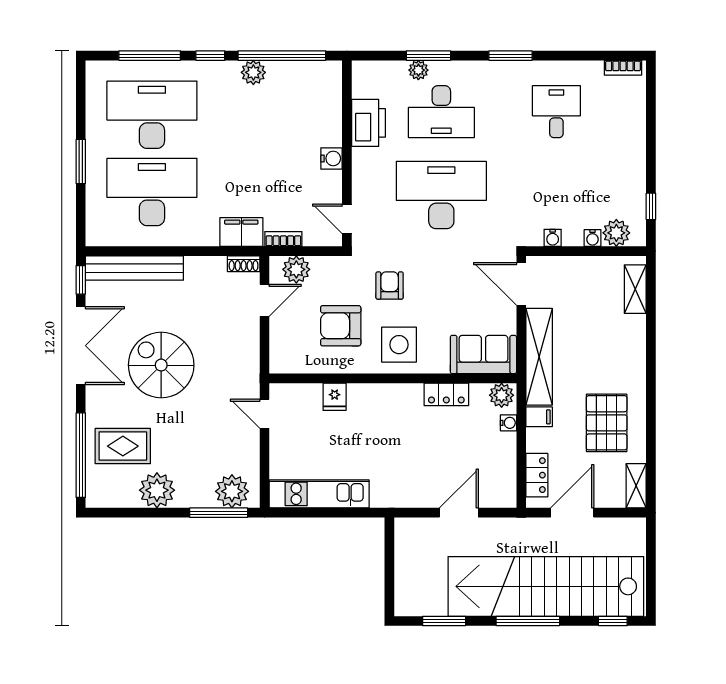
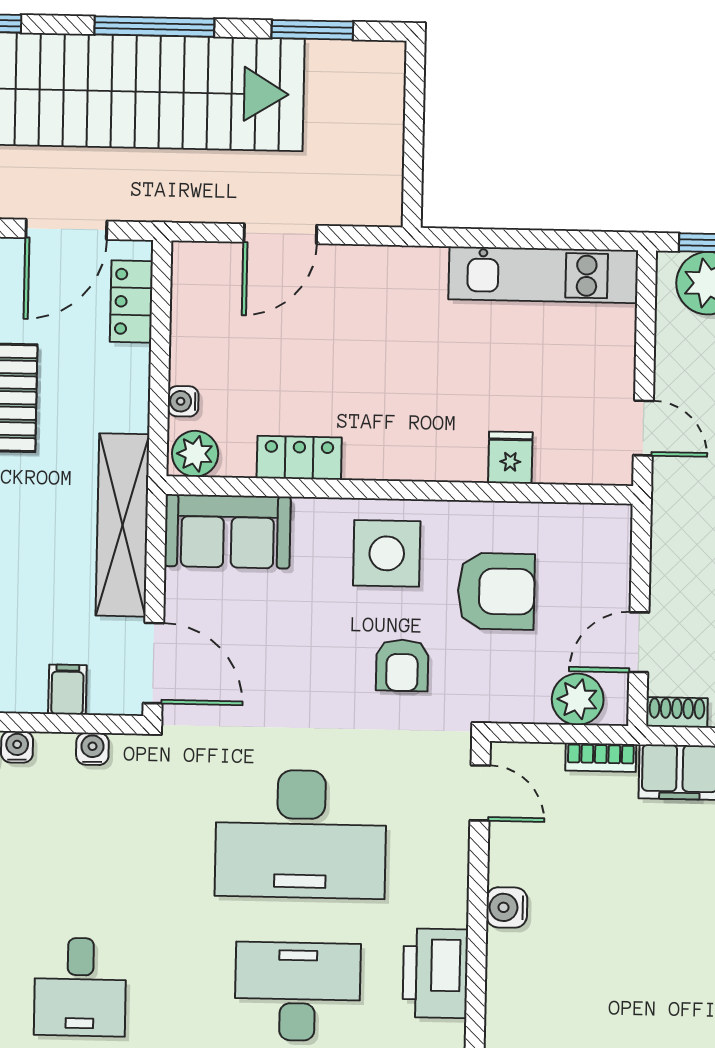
filing cabinet: (539, 417) -> (67, 690), moved, turned 90

